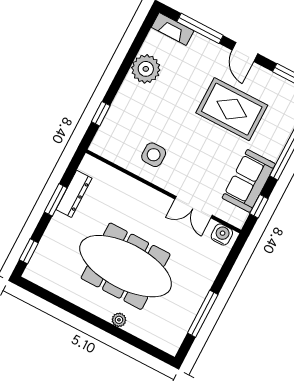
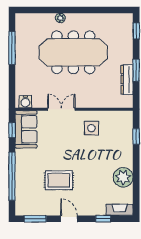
window: (200, 28) -> (103, 219), width x0.46
rug: (232, 109) -> (59, 180), width x0.73, depth x0.70
sofa: (249, 181) -> (26, 129), moved
double door: (194, 207) -> (61, 109), moved

